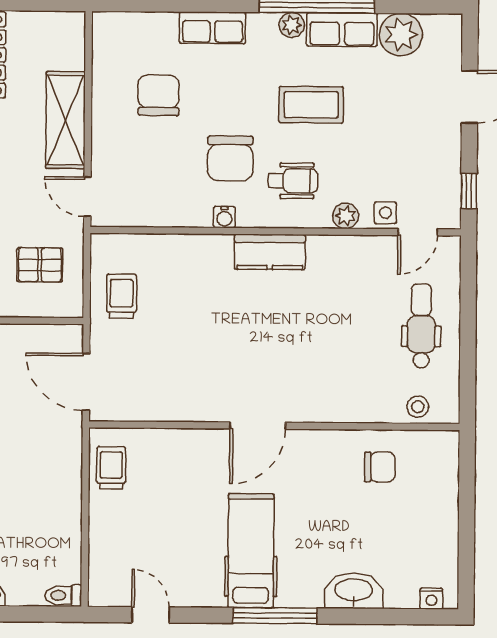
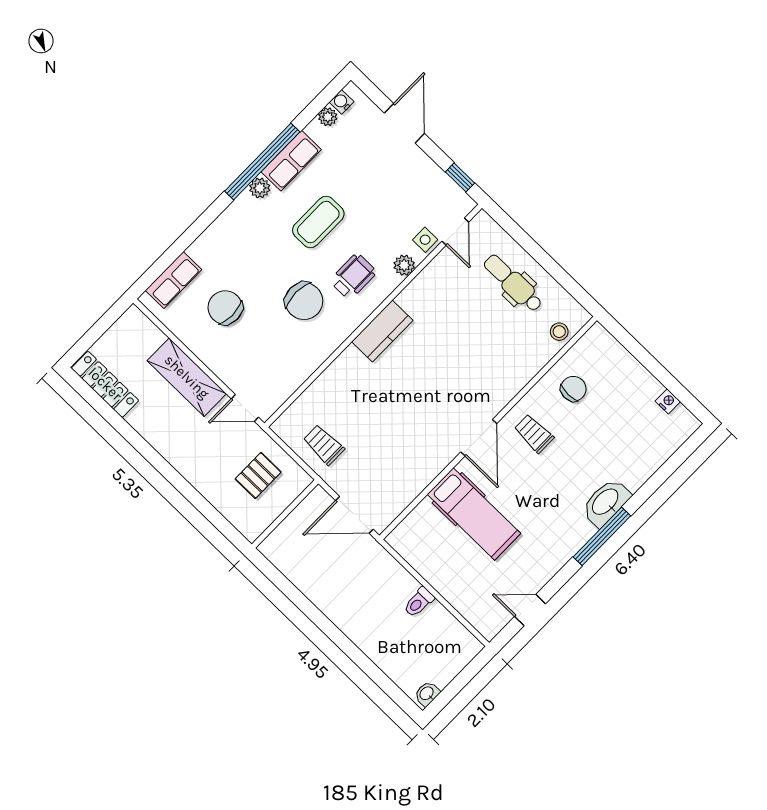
row of seats: (212, 28) -> (173, 280), moved
plant: (401, 35) -> (328, 117), width x0.53, depth x0.53
water cooler: (224, 217) -> (342, 102), moved, turned 180
trolley: (111, 468) -> (534, 434), moved
hospital bed: (251, 551) -> (474, 514), moved, turned 180
washbasin: (354, 591) -> (606, 502), moved
toilet: (63, 595) -> (419, 602), moved
nightstand: (431, 599) -> (668, 401), moved, turned -90

